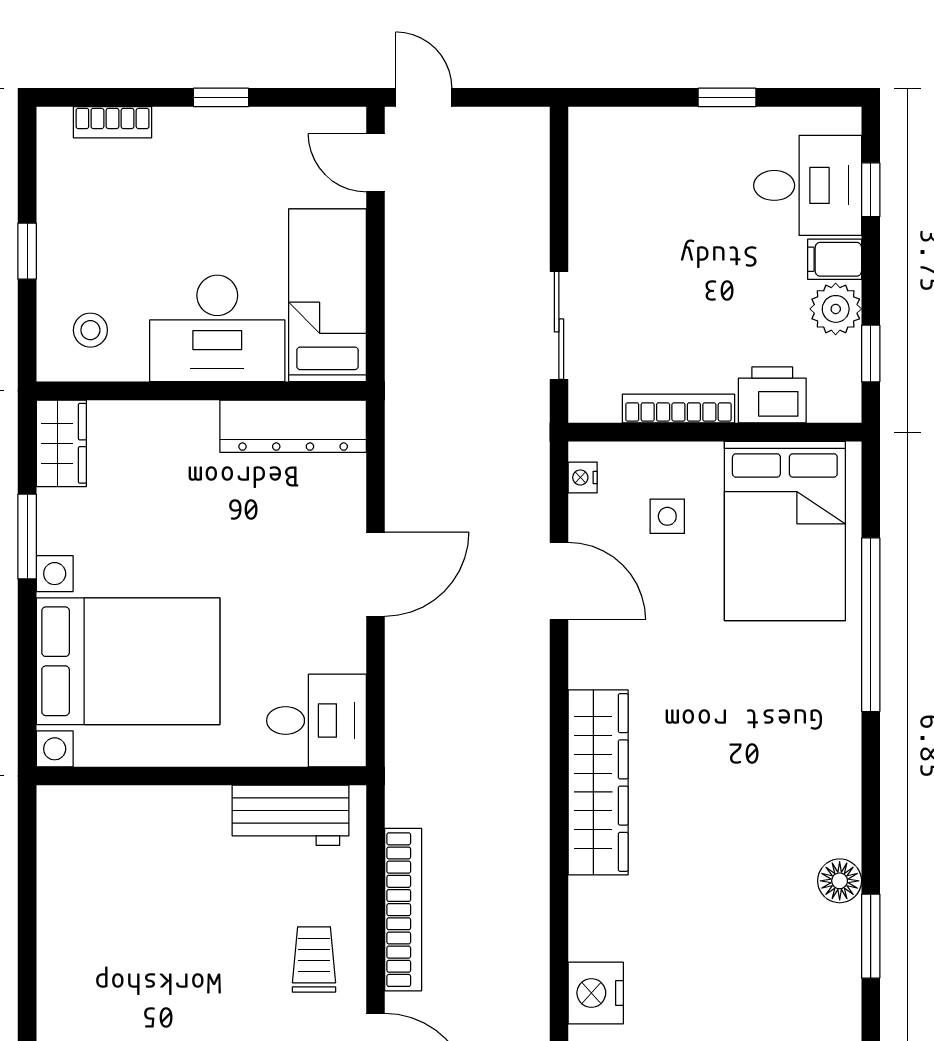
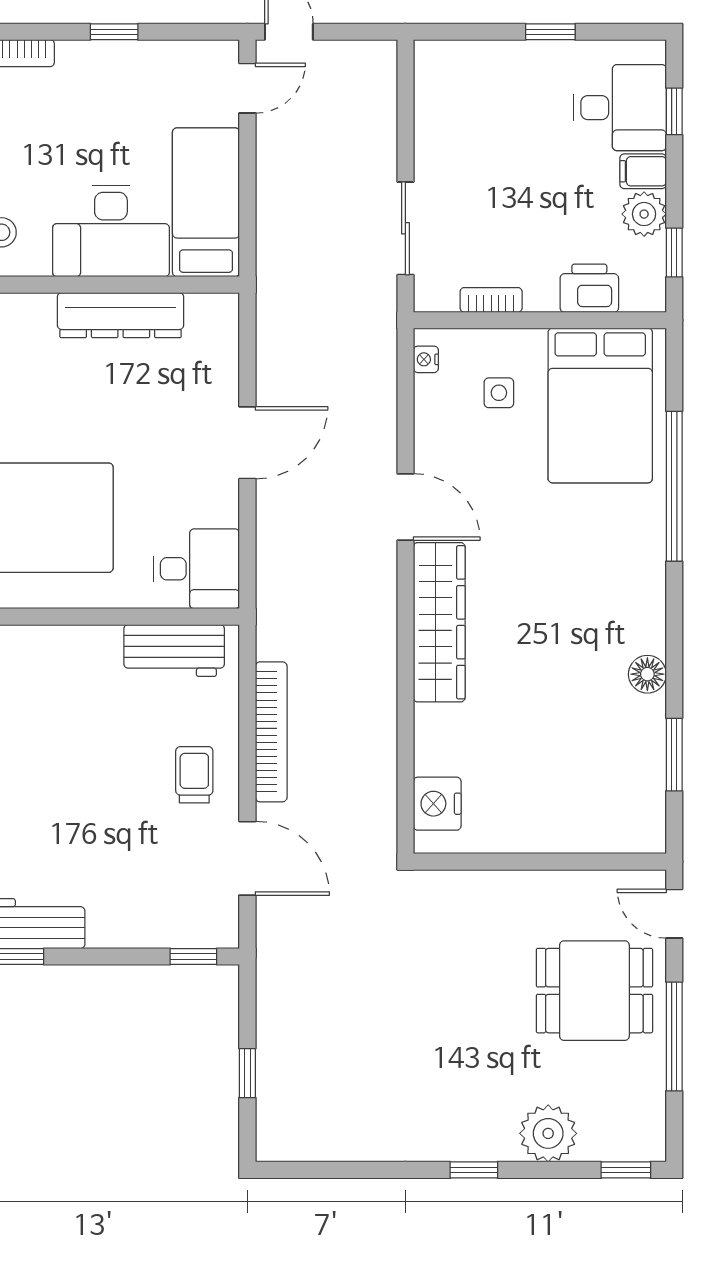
door: (376, 163) -> (247, 88), swing flipped
bookcase: (678, 409) -> (491, 300), width x0.64
dresser: (293, 426) -> (120, 315), moved
door: (559, 581) -> (405, 507), moved
floor lamp: (840, 881) -> (647, 674), moved

